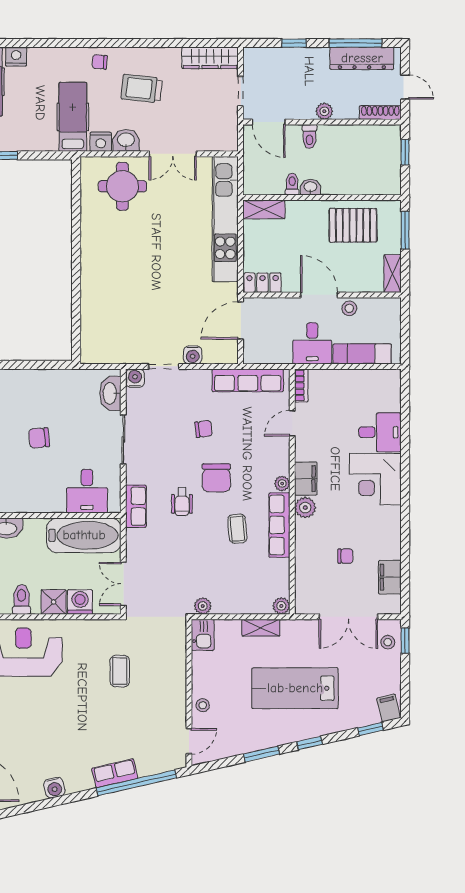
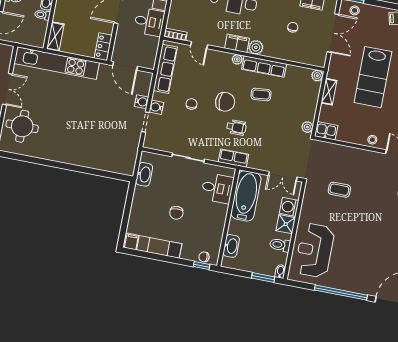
water cooler: (135, 378) -> (156, 107), moved
washbasin: (110, 393) -> (144, 174), moved, turned -90

